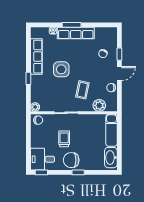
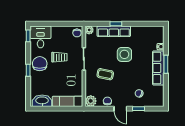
row of seats: (36, 57) -> (114, 31), moved
plant: (99, 105) -> (91, 101), moved

